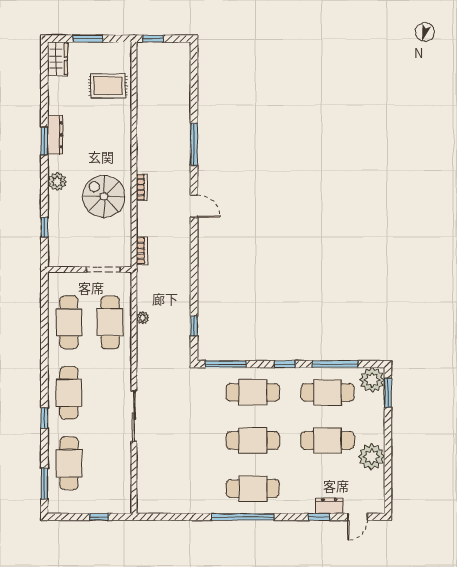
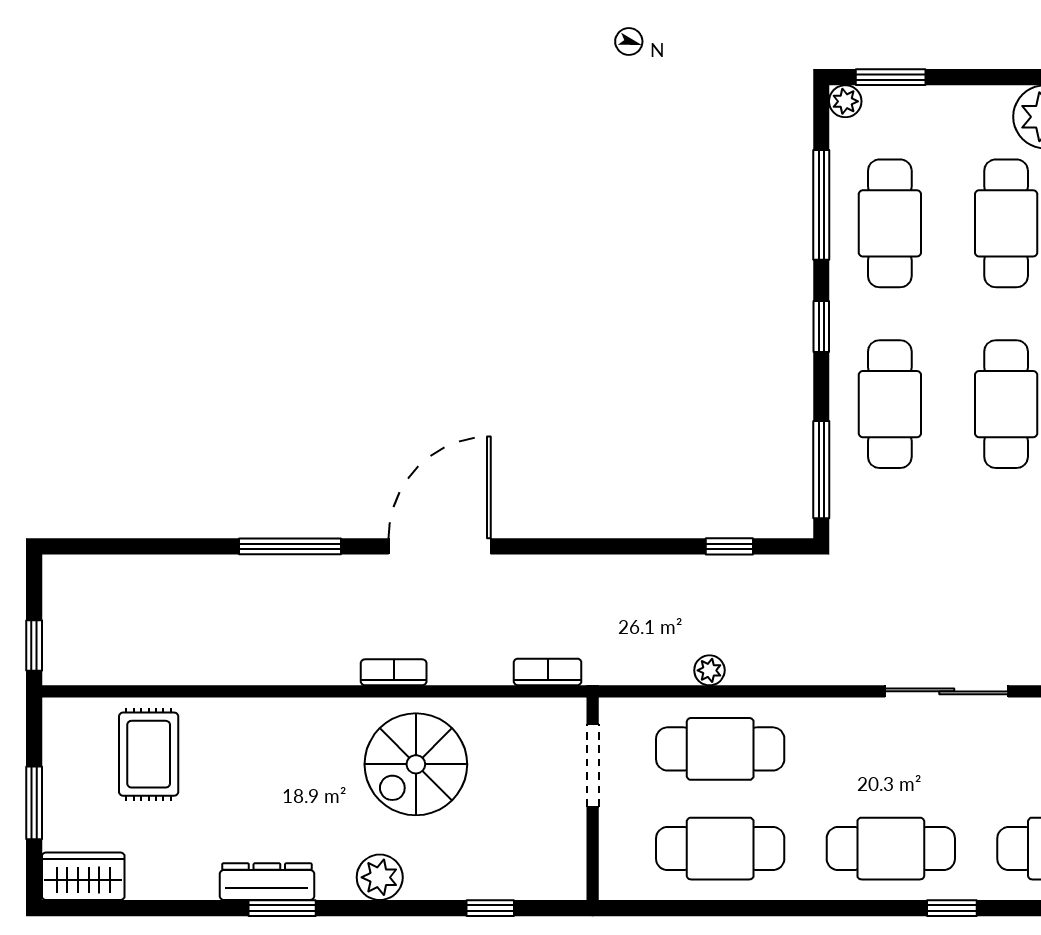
door: (194, 206) -> (440, 546), width x1.88
plant: (372, 380) -> (845, 101), width x0.53, depth x0.53

